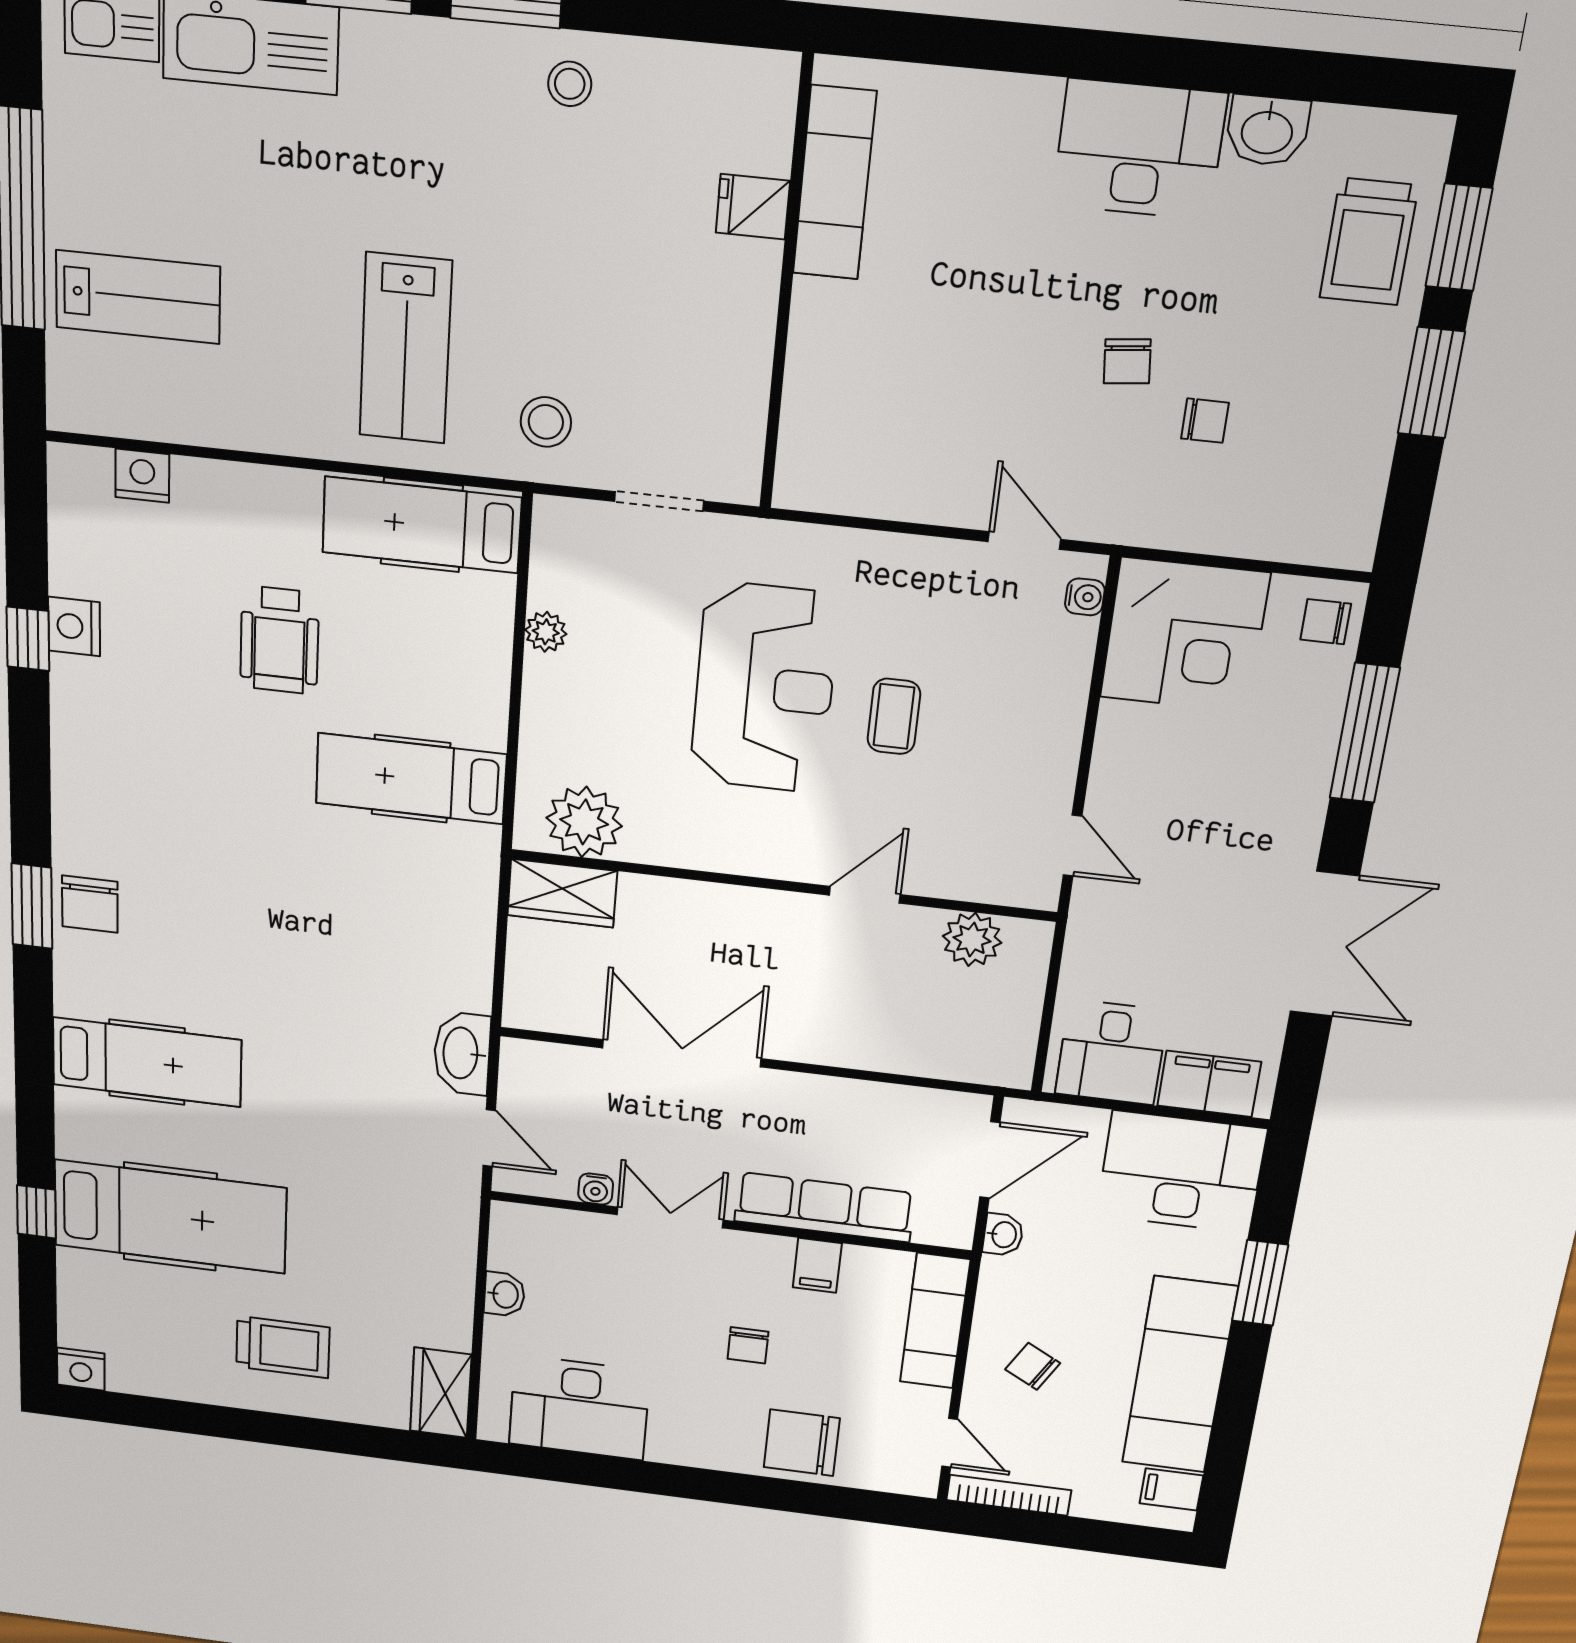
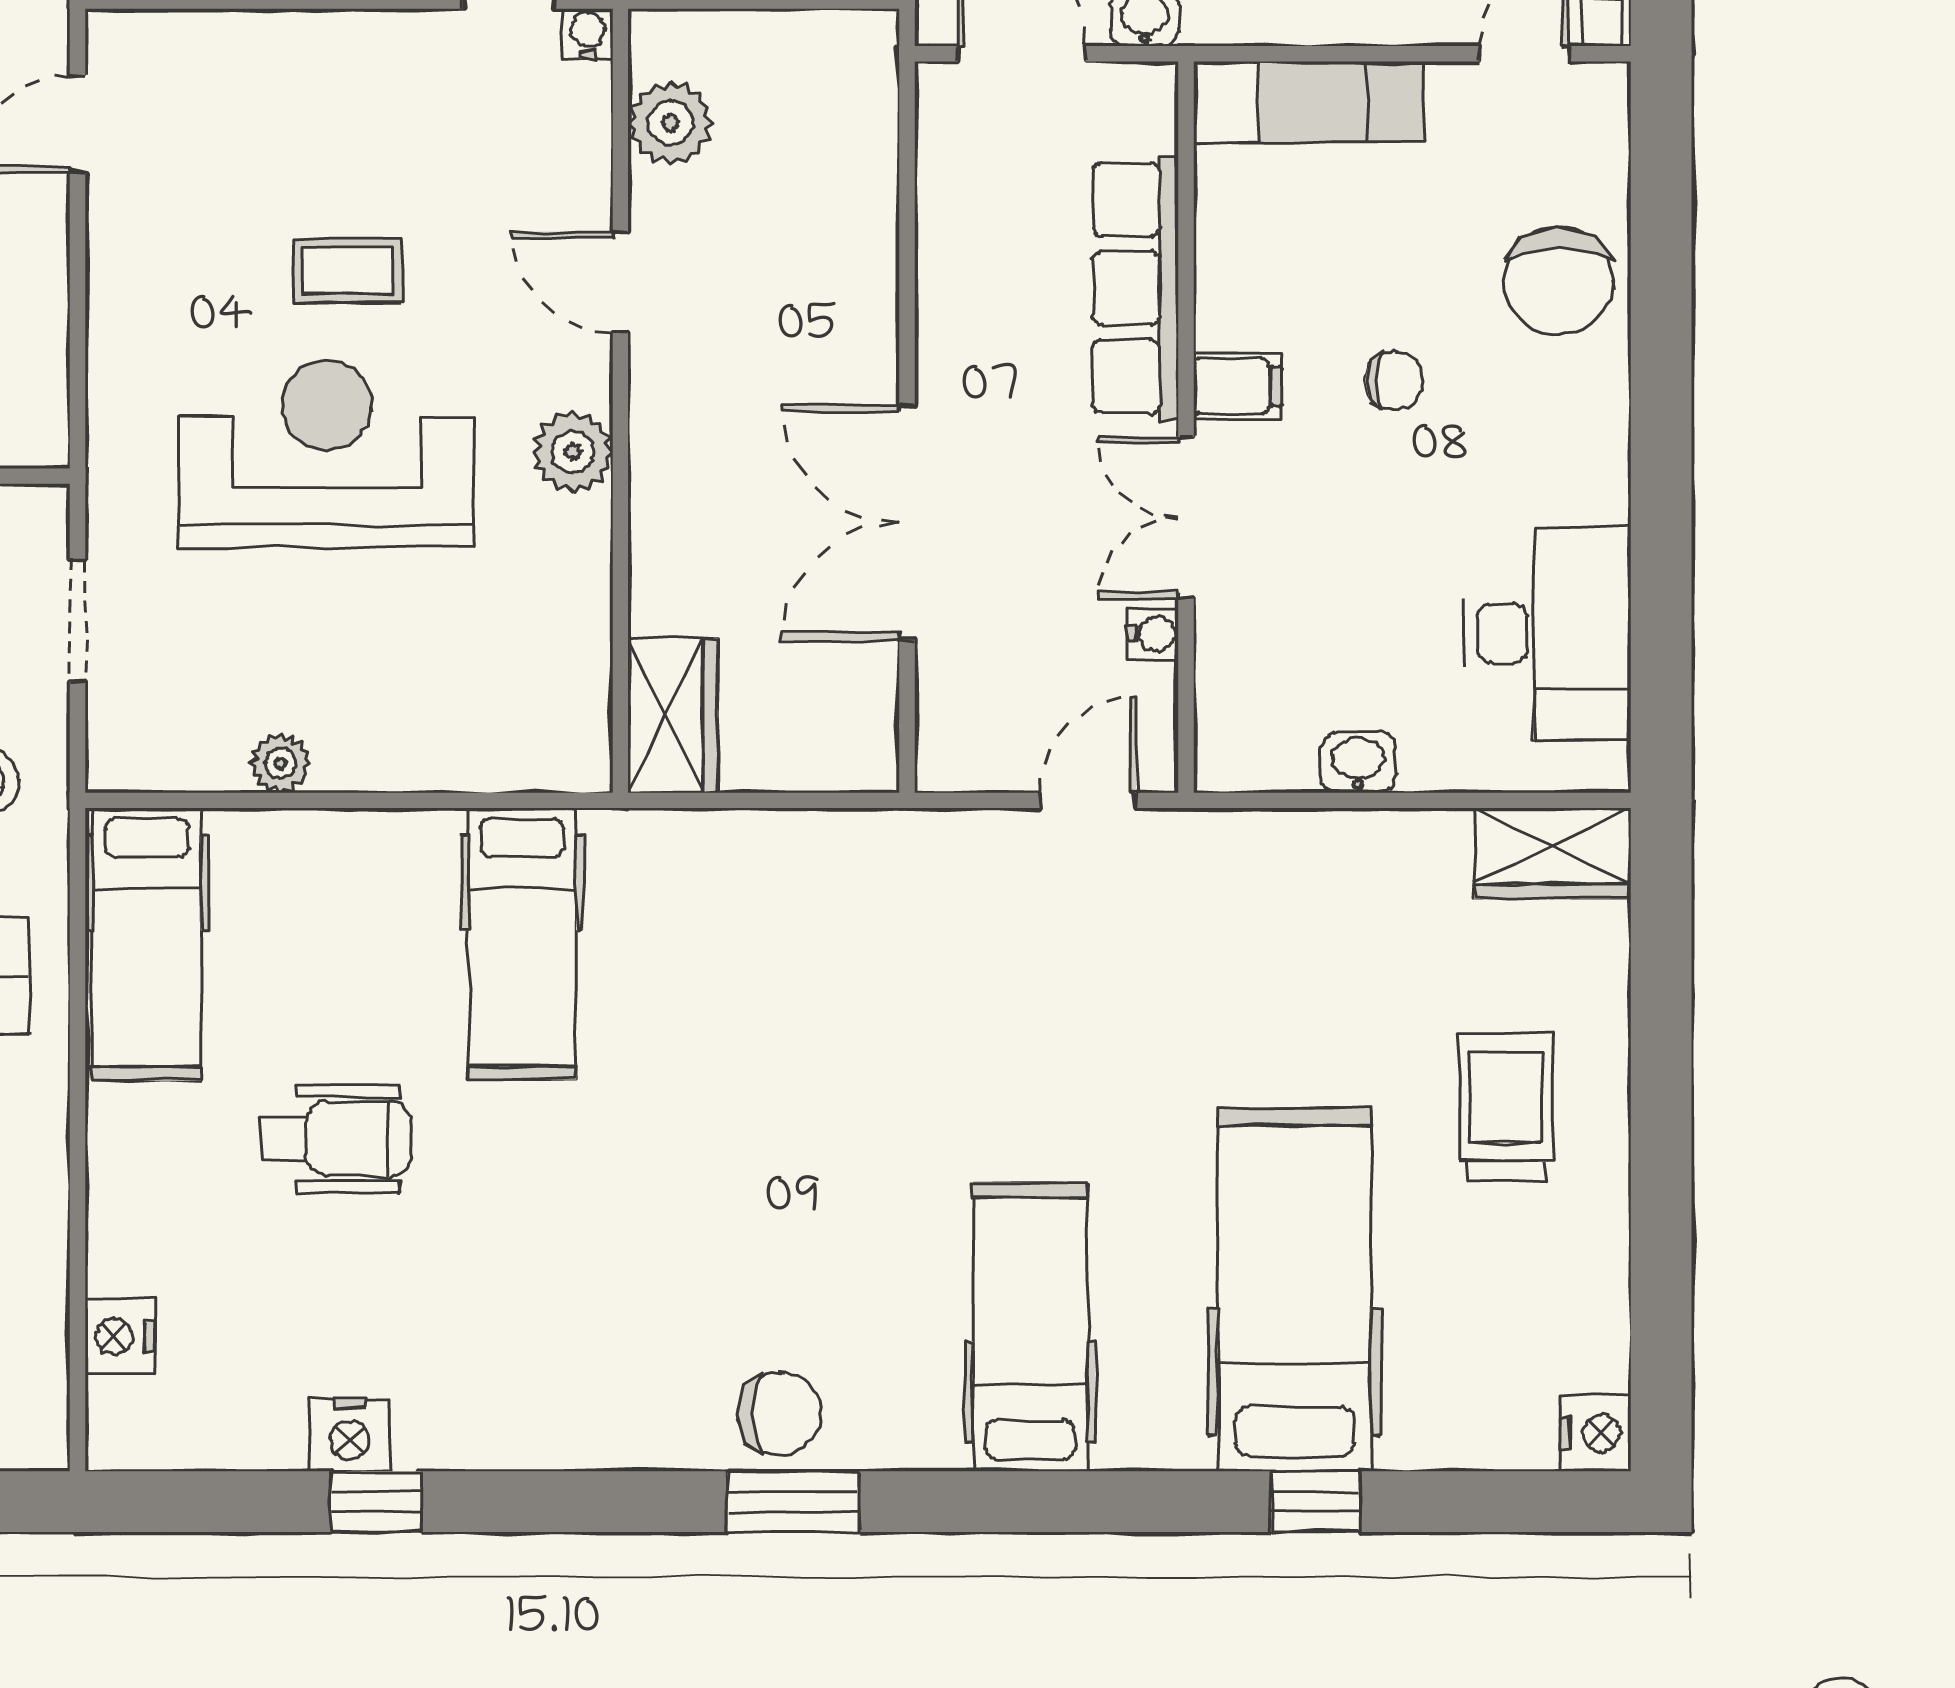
water cooler: (1085, 597) -> (588, 34), moved
plant: (584, 822) -> (573, 452), moved, width x0.73, depth x0.73
washbasin: (462, 1053) -> (951, 849), removed
filing cabinet: (817, 1265) -> (1238, 386), moved

